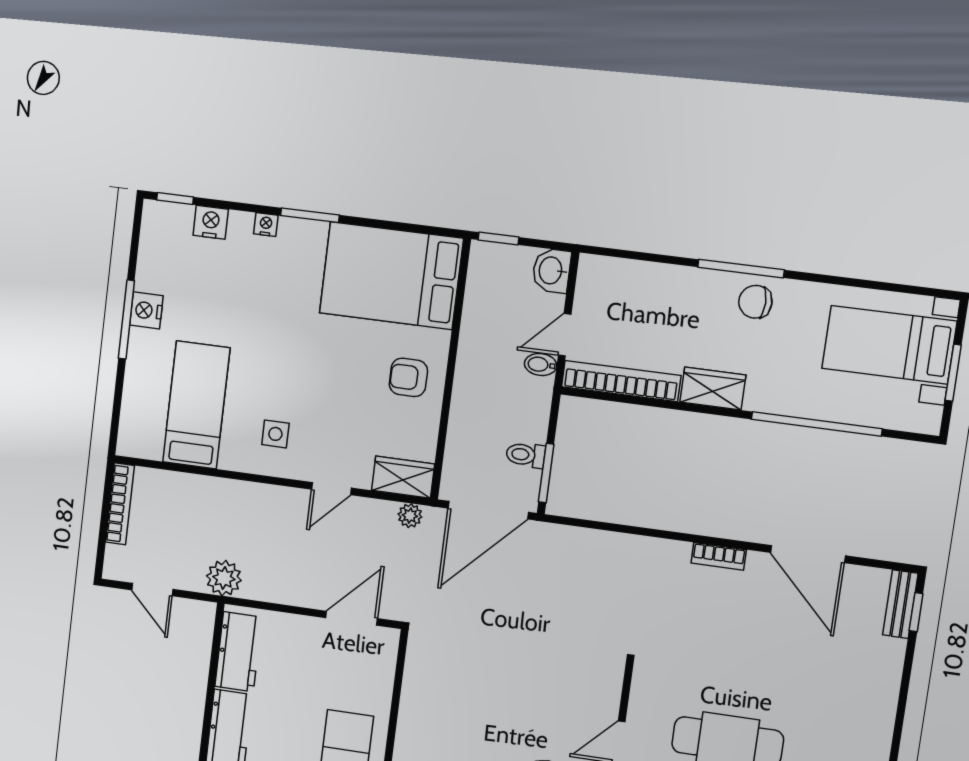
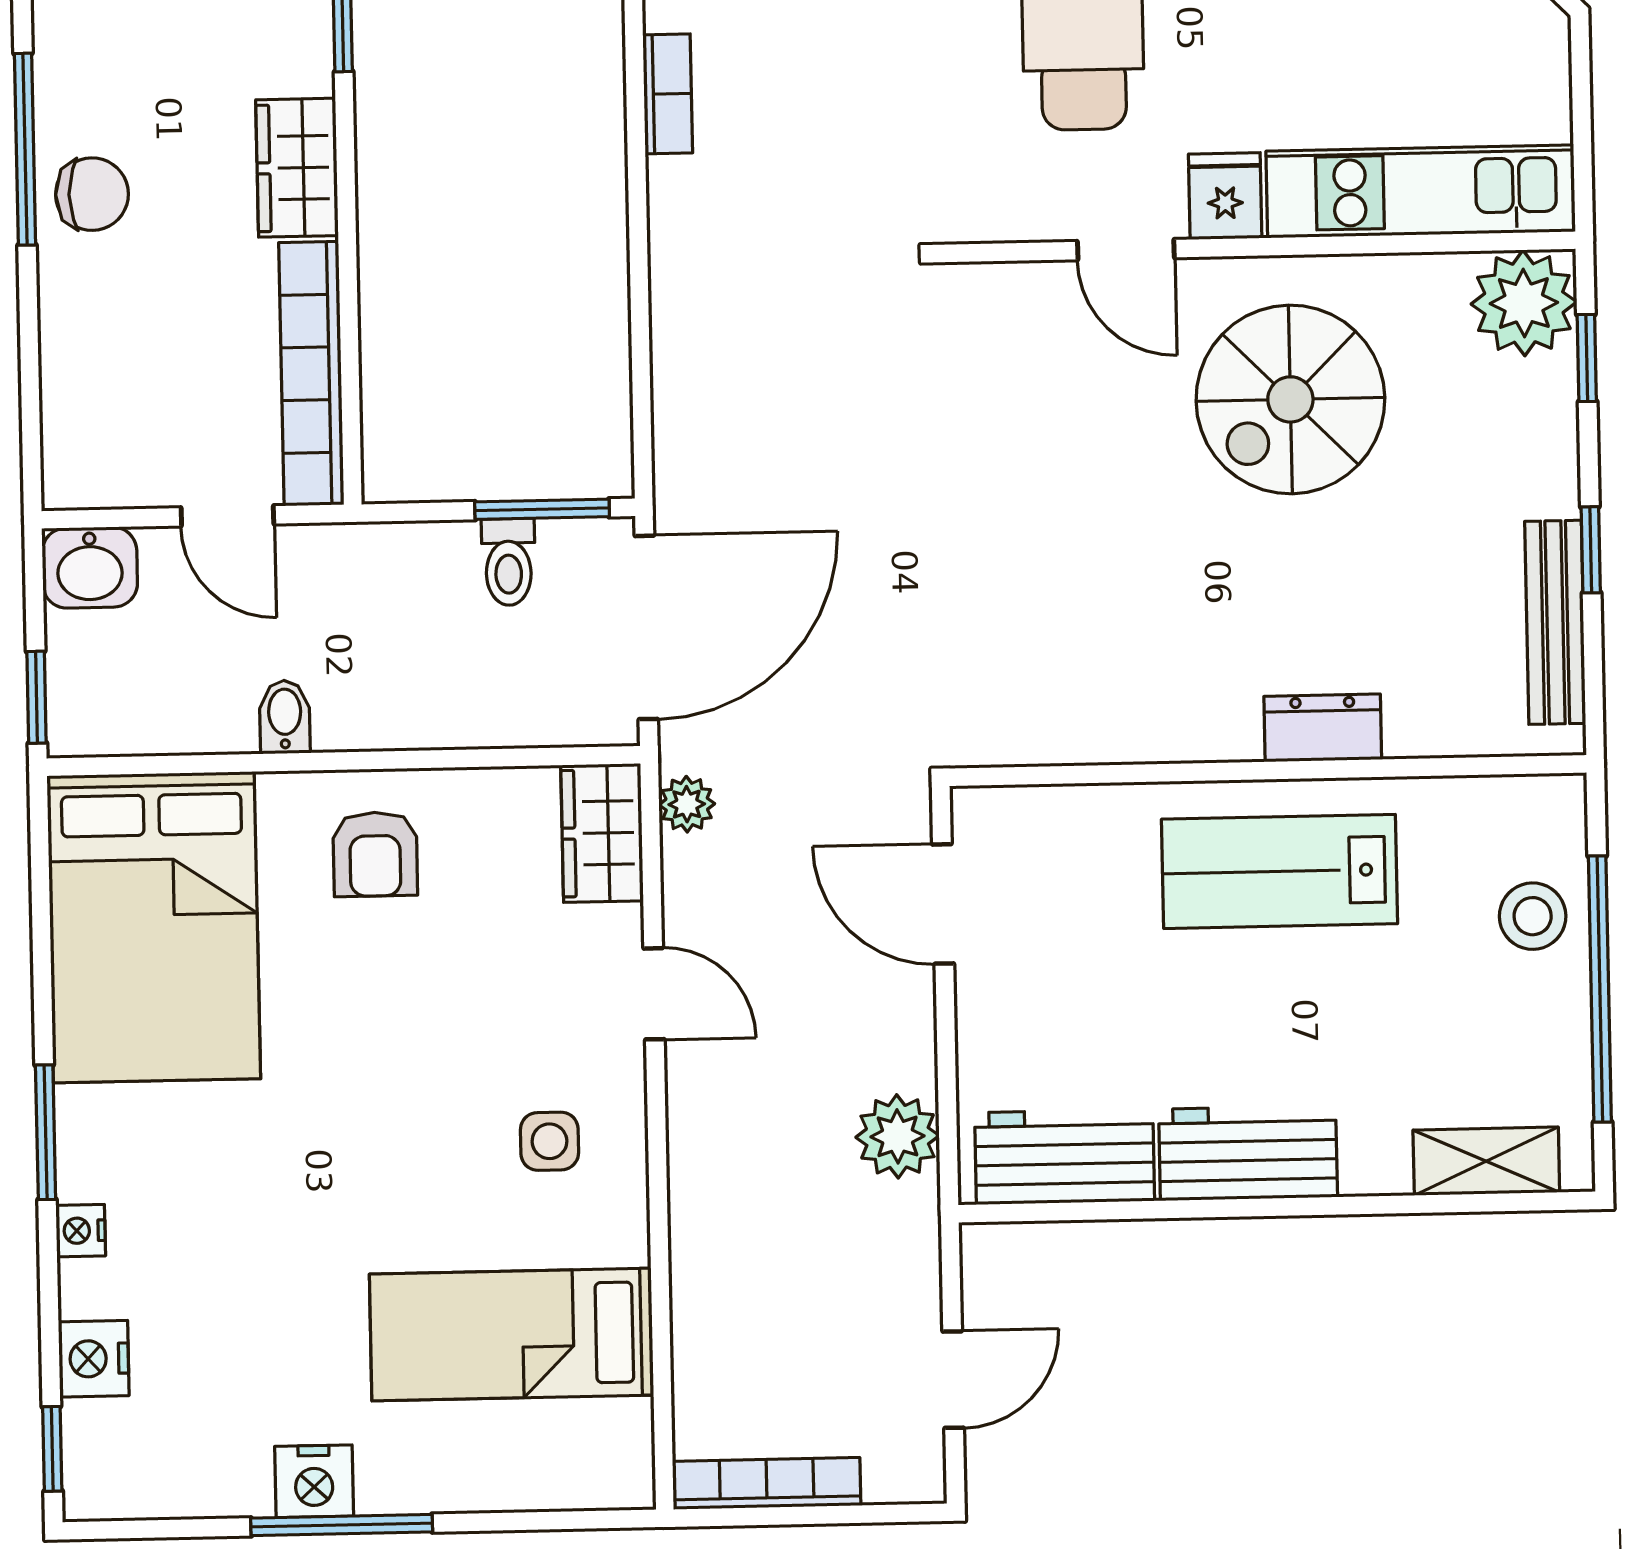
chair: (755, 302) -> (92, 194), moved, turned -90
bidet: (541, 365) -> (285, 717), moved, turned 180
door: (488, 510) -> (646, 627), hinge flipped
plant: (224, 578) -> (897, 1136), moved

